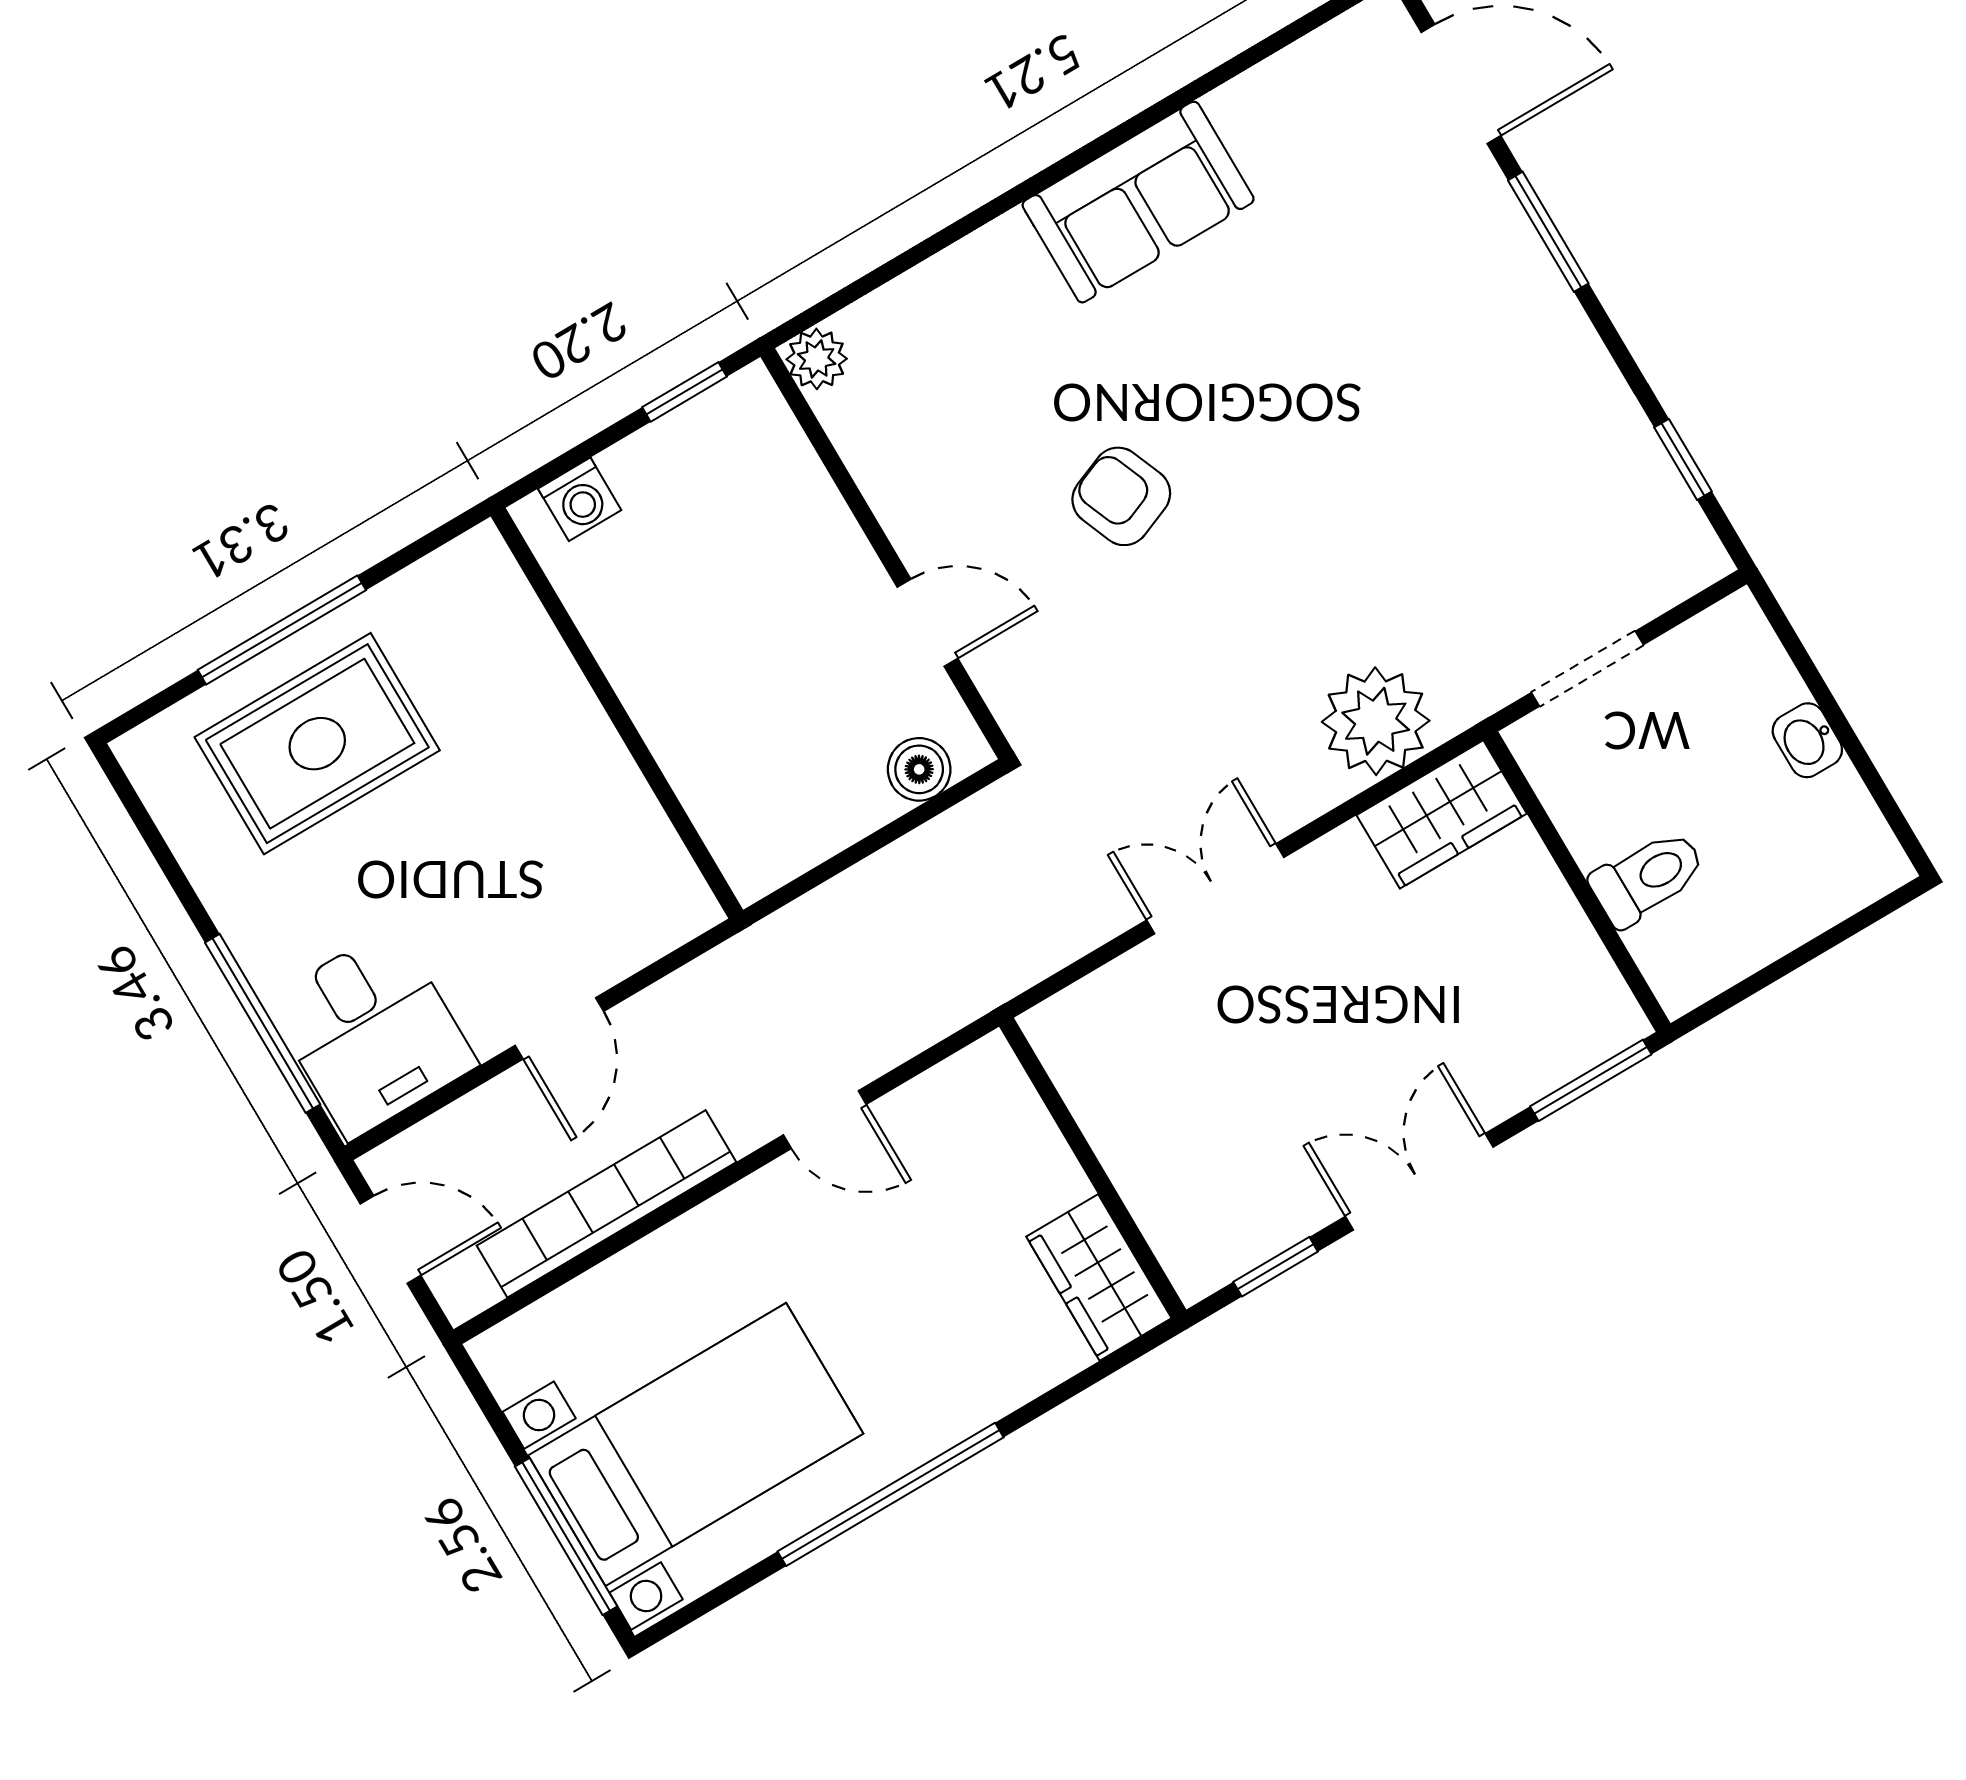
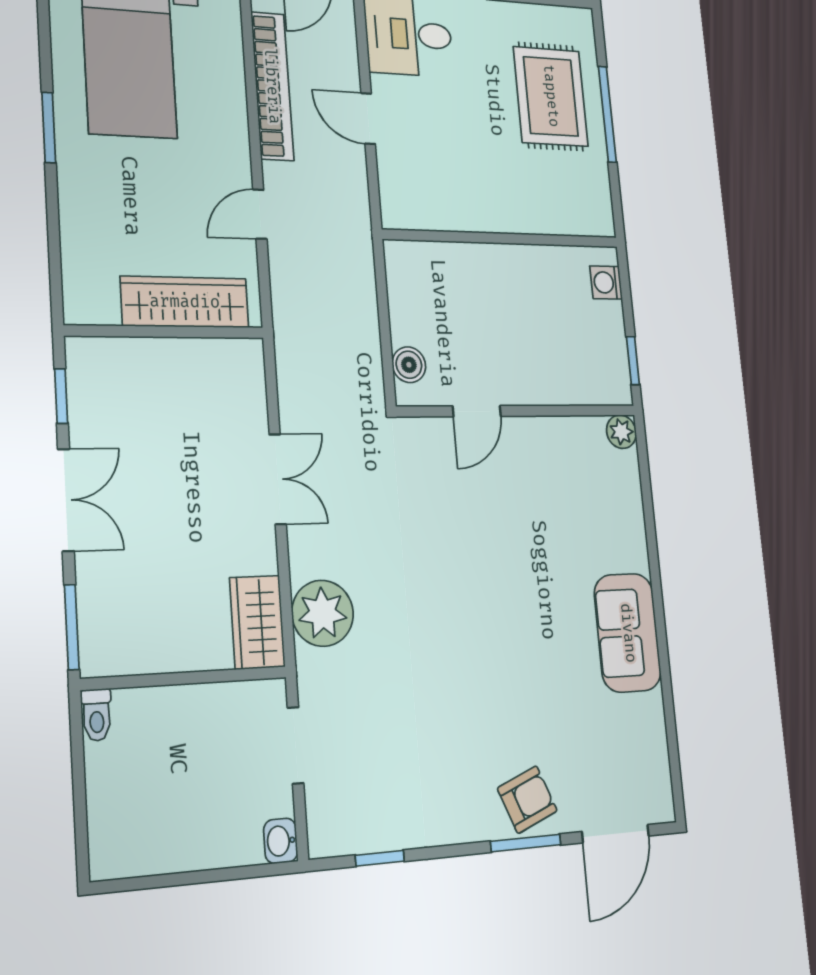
armchair: (1121, 496) -> (527, 800), moved
washbasin: (1807, 740) -> (281, 841), moved, turned -90
toilet: (1648, 878) -> (97, 715), moved, width x0.73, depth x0.72
wardrobe: (1099, 1277) -> (185, 302), moved, width x1.50
window: (891, 1494) -> (49, 127), width x0.47

